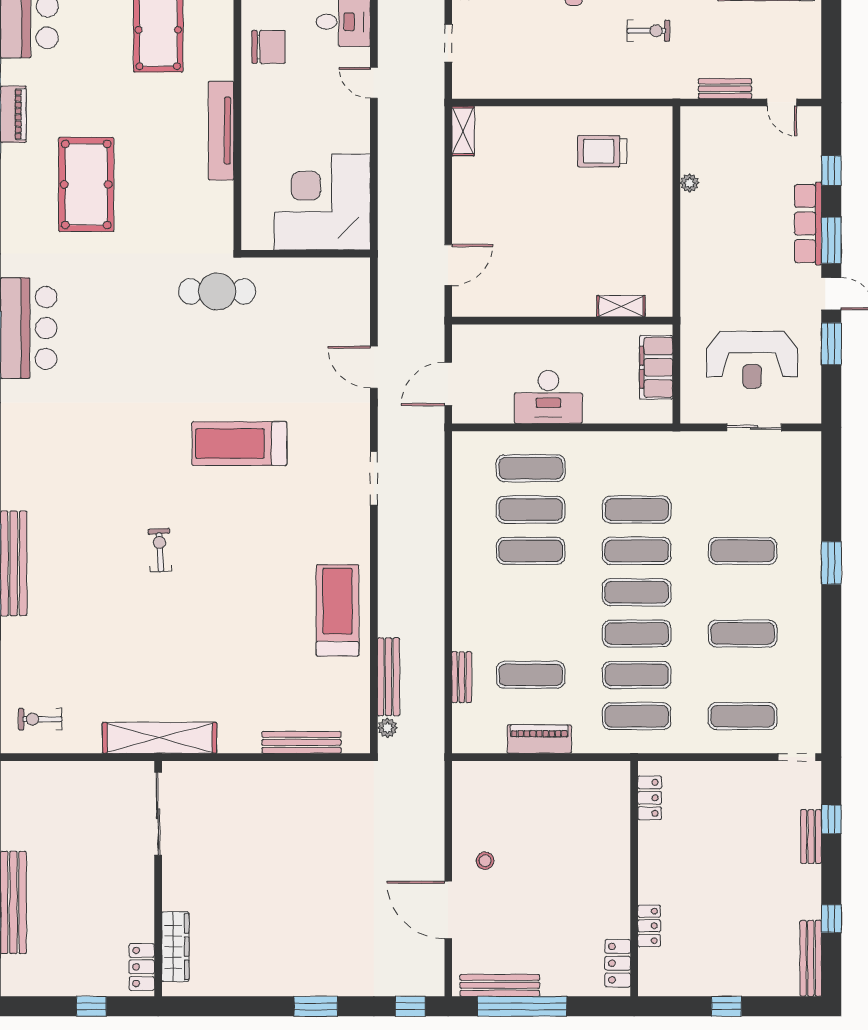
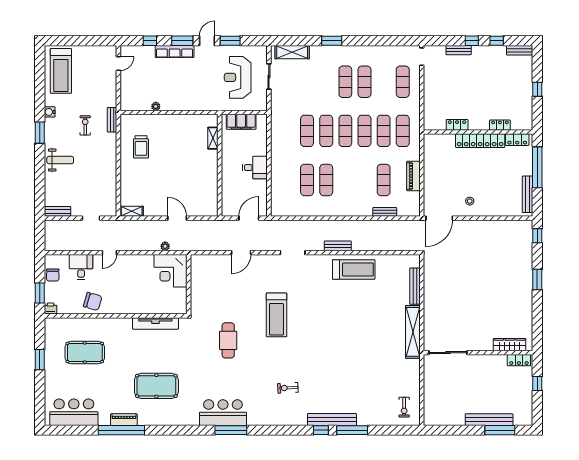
chair: (269, 47) -> (93, 301), turned 106
bench: (725, 89) -> (112, 120), moved
tv unit: (221, 131) -> (155, 323), moved
corner desk: (322, 202) -> (170, 271), width x0.74, depth x0.74
door: (448, 265) -> (177, 218), moved
cafe table: (217, 291) -> (228, 340), moved
reception desk: (752, 360) -> (238, 77), turned 180
door: (448, 384) -> (249, 218), swing flipped
desk: (548, 397) -> (255, 168), width x0.73
exercise mat: (531, 468) -> (288, 180), removed
shelving: (807, 477) -> (292, 52), added
exercise bike: (160, 550) -> (288, 388), moved
exercise mat: (743, 551) -> (345, 82), moved
treadmill: (337, 610) -> (354, 269), turned 180
bench: (389, 677) -> (338, 246), moved, width x0.73
plant: (387, 728) -> (165, 246), moved
shelving: (160, 738) -> (413, 332), moved
locker: (650, 798) -> (457, 125), moved
window: (831, 819) -> (472, 41), moved
locker: (616, 883) -> (480, 141), added
door: (448, 910) -> (439, 218), moved
bench: (811, 958) -> (520, 50), width x0.73
window: (522, 1006) -> (537, 167), moved

